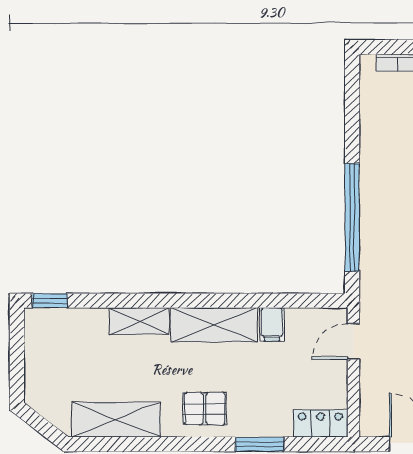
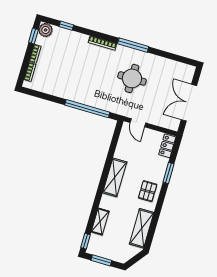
shelving: (139, 321) -> (100, 222), moved
filing cabinet: (272, 324) -> (121, 154), removed
window: (17, 349) -> (101, 260), added

